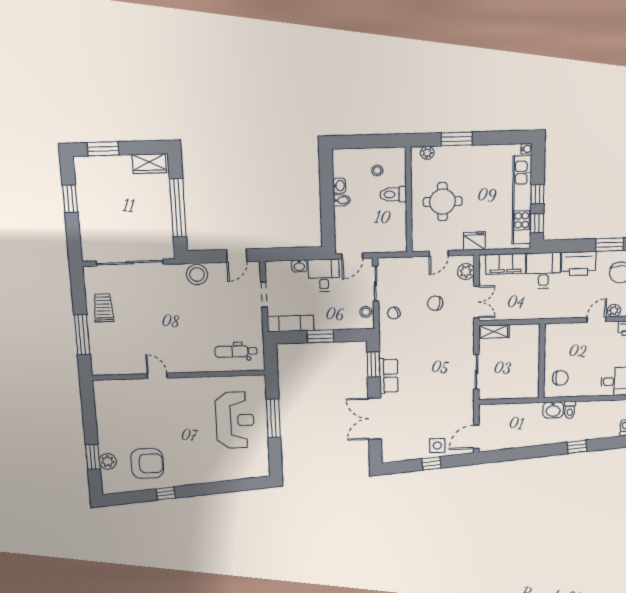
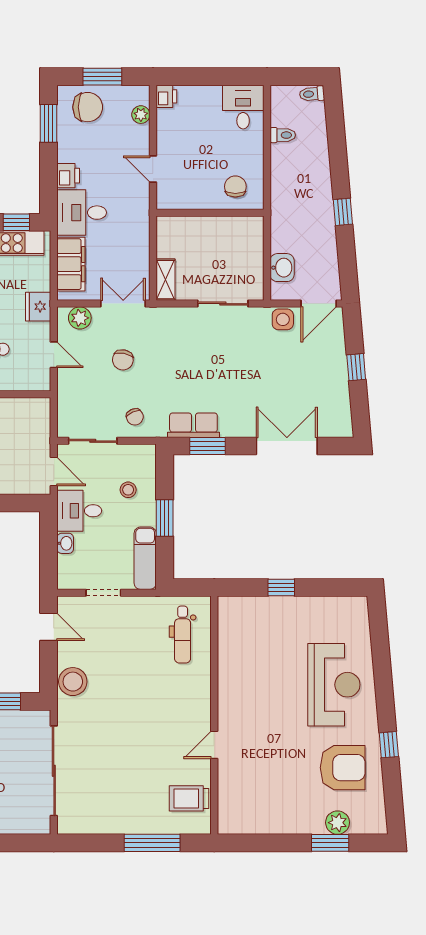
printer: (579, 264) -> (68, 176), width x0.53, depth x0.68
trolley: (103, 308) -> (189, 798), moved
stool: (366, 312) -> (128, 490), moved
door: (596, 320) -> (153, 169), moved
row of seats: (389, 376) -> (193, 425), moved
washbasin: (553, 410) -> (282, 268), moved
toilet: (570, 410) -> (283, 135), moved
window: (273, 418) -> (281, 587), width x0.46
double door: (375, 419) -> (287, 446), swing flipped
reception desk: (235, 420) -> (334, 685), moved, turned 90
door: (476, 437) -> (319, 304), hinge flipped
side table: (437, 446) -> (283, 319), moved
window: (577, 447) -> (343, 212), moved
armchair: (147, 464) -> (343, 768), turned 90

